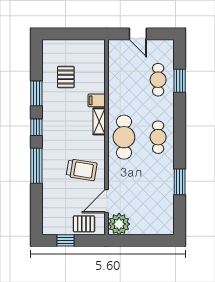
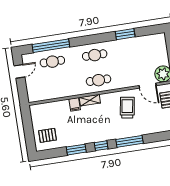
door: (138, 34) -> (19, 71), moved
pallet: (66, 77) -> (48, 135), moved
window: (180, 81) -> (51, 46), width x2.11
cafe table: (124, 137) -> (99, 80), width x0.73, depth x0.74

